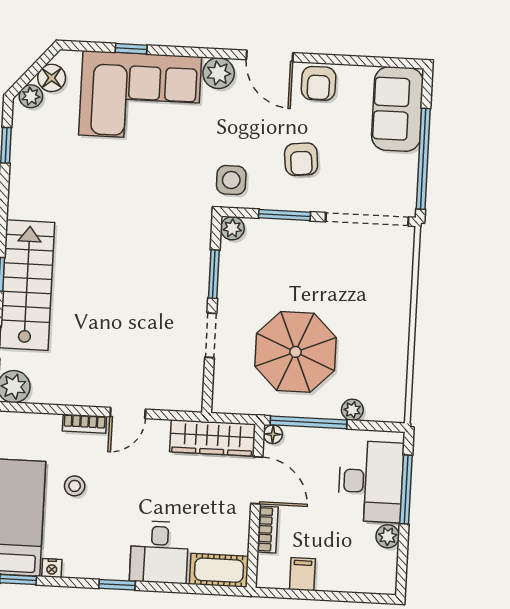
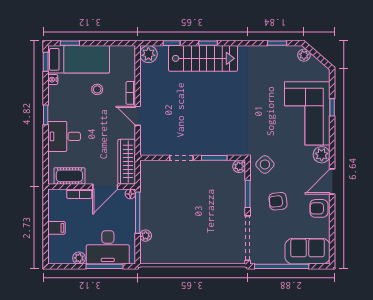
floor lamp: (52, 78) -> (314, 66), removed
side table: (231, 180) -> (265, 164), turned 45
parasol: (295, 352) -> (175, 204), removed
cot: (219, 570) -> (69, 176), moved, turned 90
filing cabinet: (302, 574) -> (56, 228), moved

